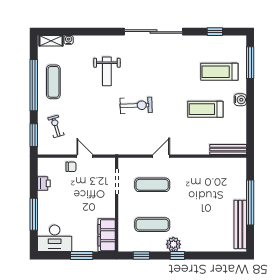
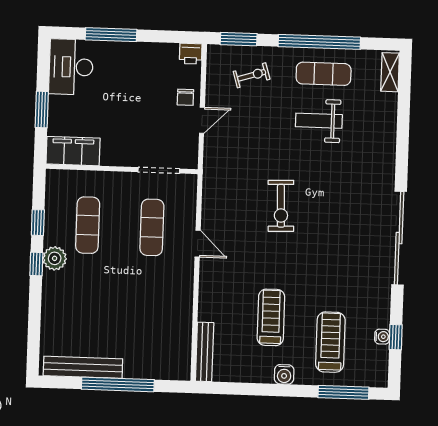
water cooler: (69, 40) -> (382, 337), moved
weight bench: (107, 71) -> (319, 121), moved
printer: (44, 183) -> (191, 54), moved
window: (141, 255) -> (38, 223), moved

